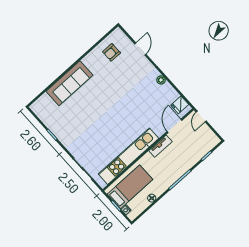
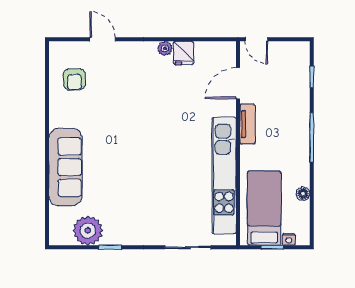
fridge: (180, 105) -> (184, 53), moved
plant: (50, 118) -> (88, 231), added
door: (174, 126) -> (238, 83), hinge flipped

